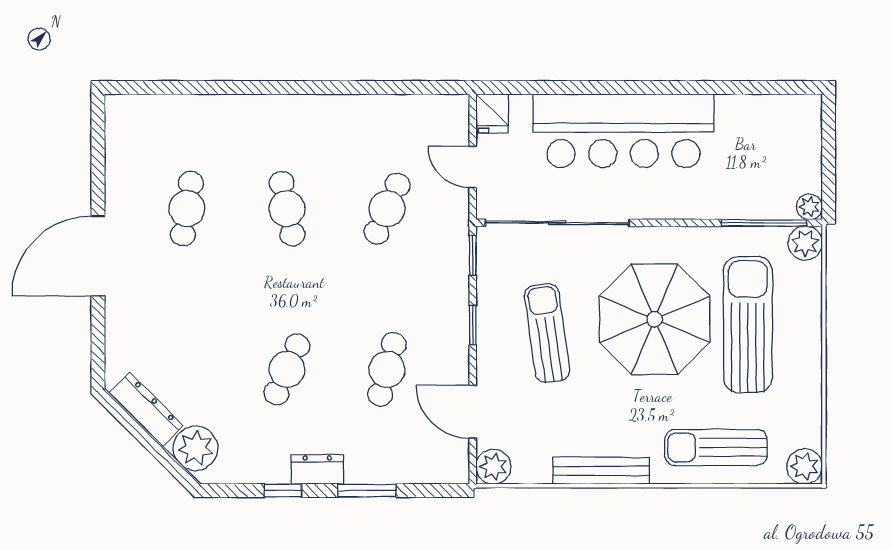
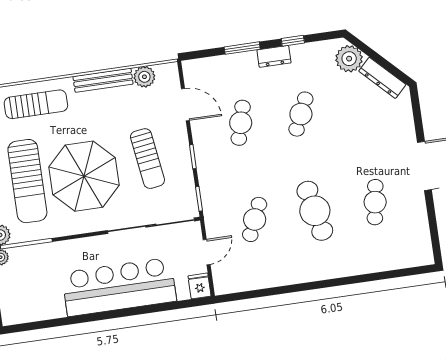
door: (473, 167) -> (207, 252), hinge flipped
cafe table: (287, 209) -> (315, 211), width x1.37, depth x1.35
plant: (493, 467) -> (144, 77), moved

